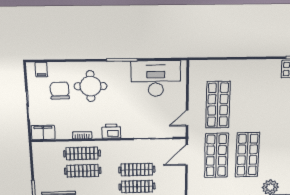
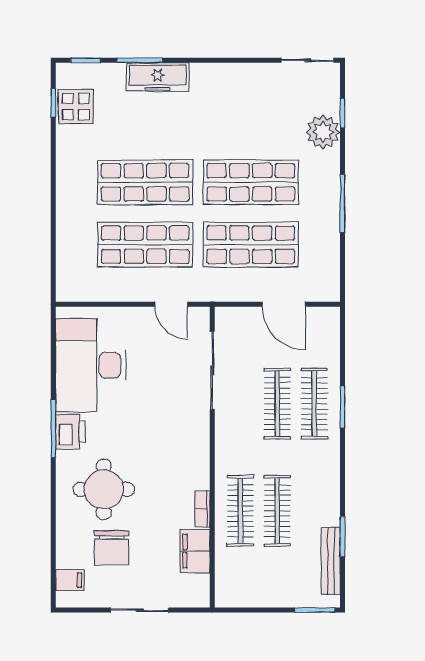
chair: (60, 91) -> (112, 548), turned -89
shop shelf: (250, 104) -> (145, 182), added
printer: (111, 131) -> (70, 432), moved, turned 180
filing cabinet: (43, 133) -> (195, 551), moved
door: (187, 155) -> (284, 304), moved

